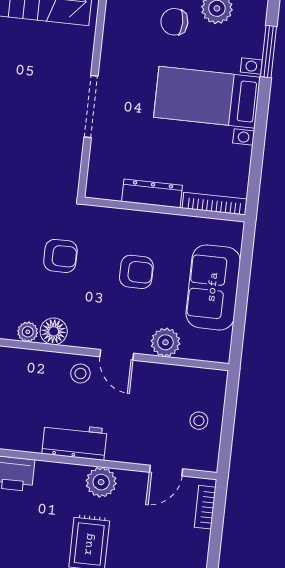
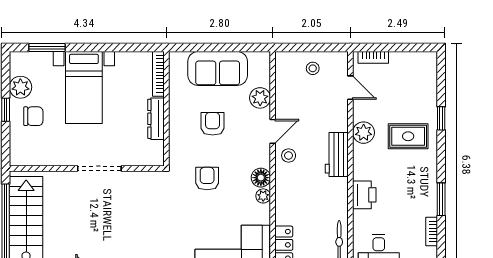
chair: (174, 22) -> (33, 116), turned -90

